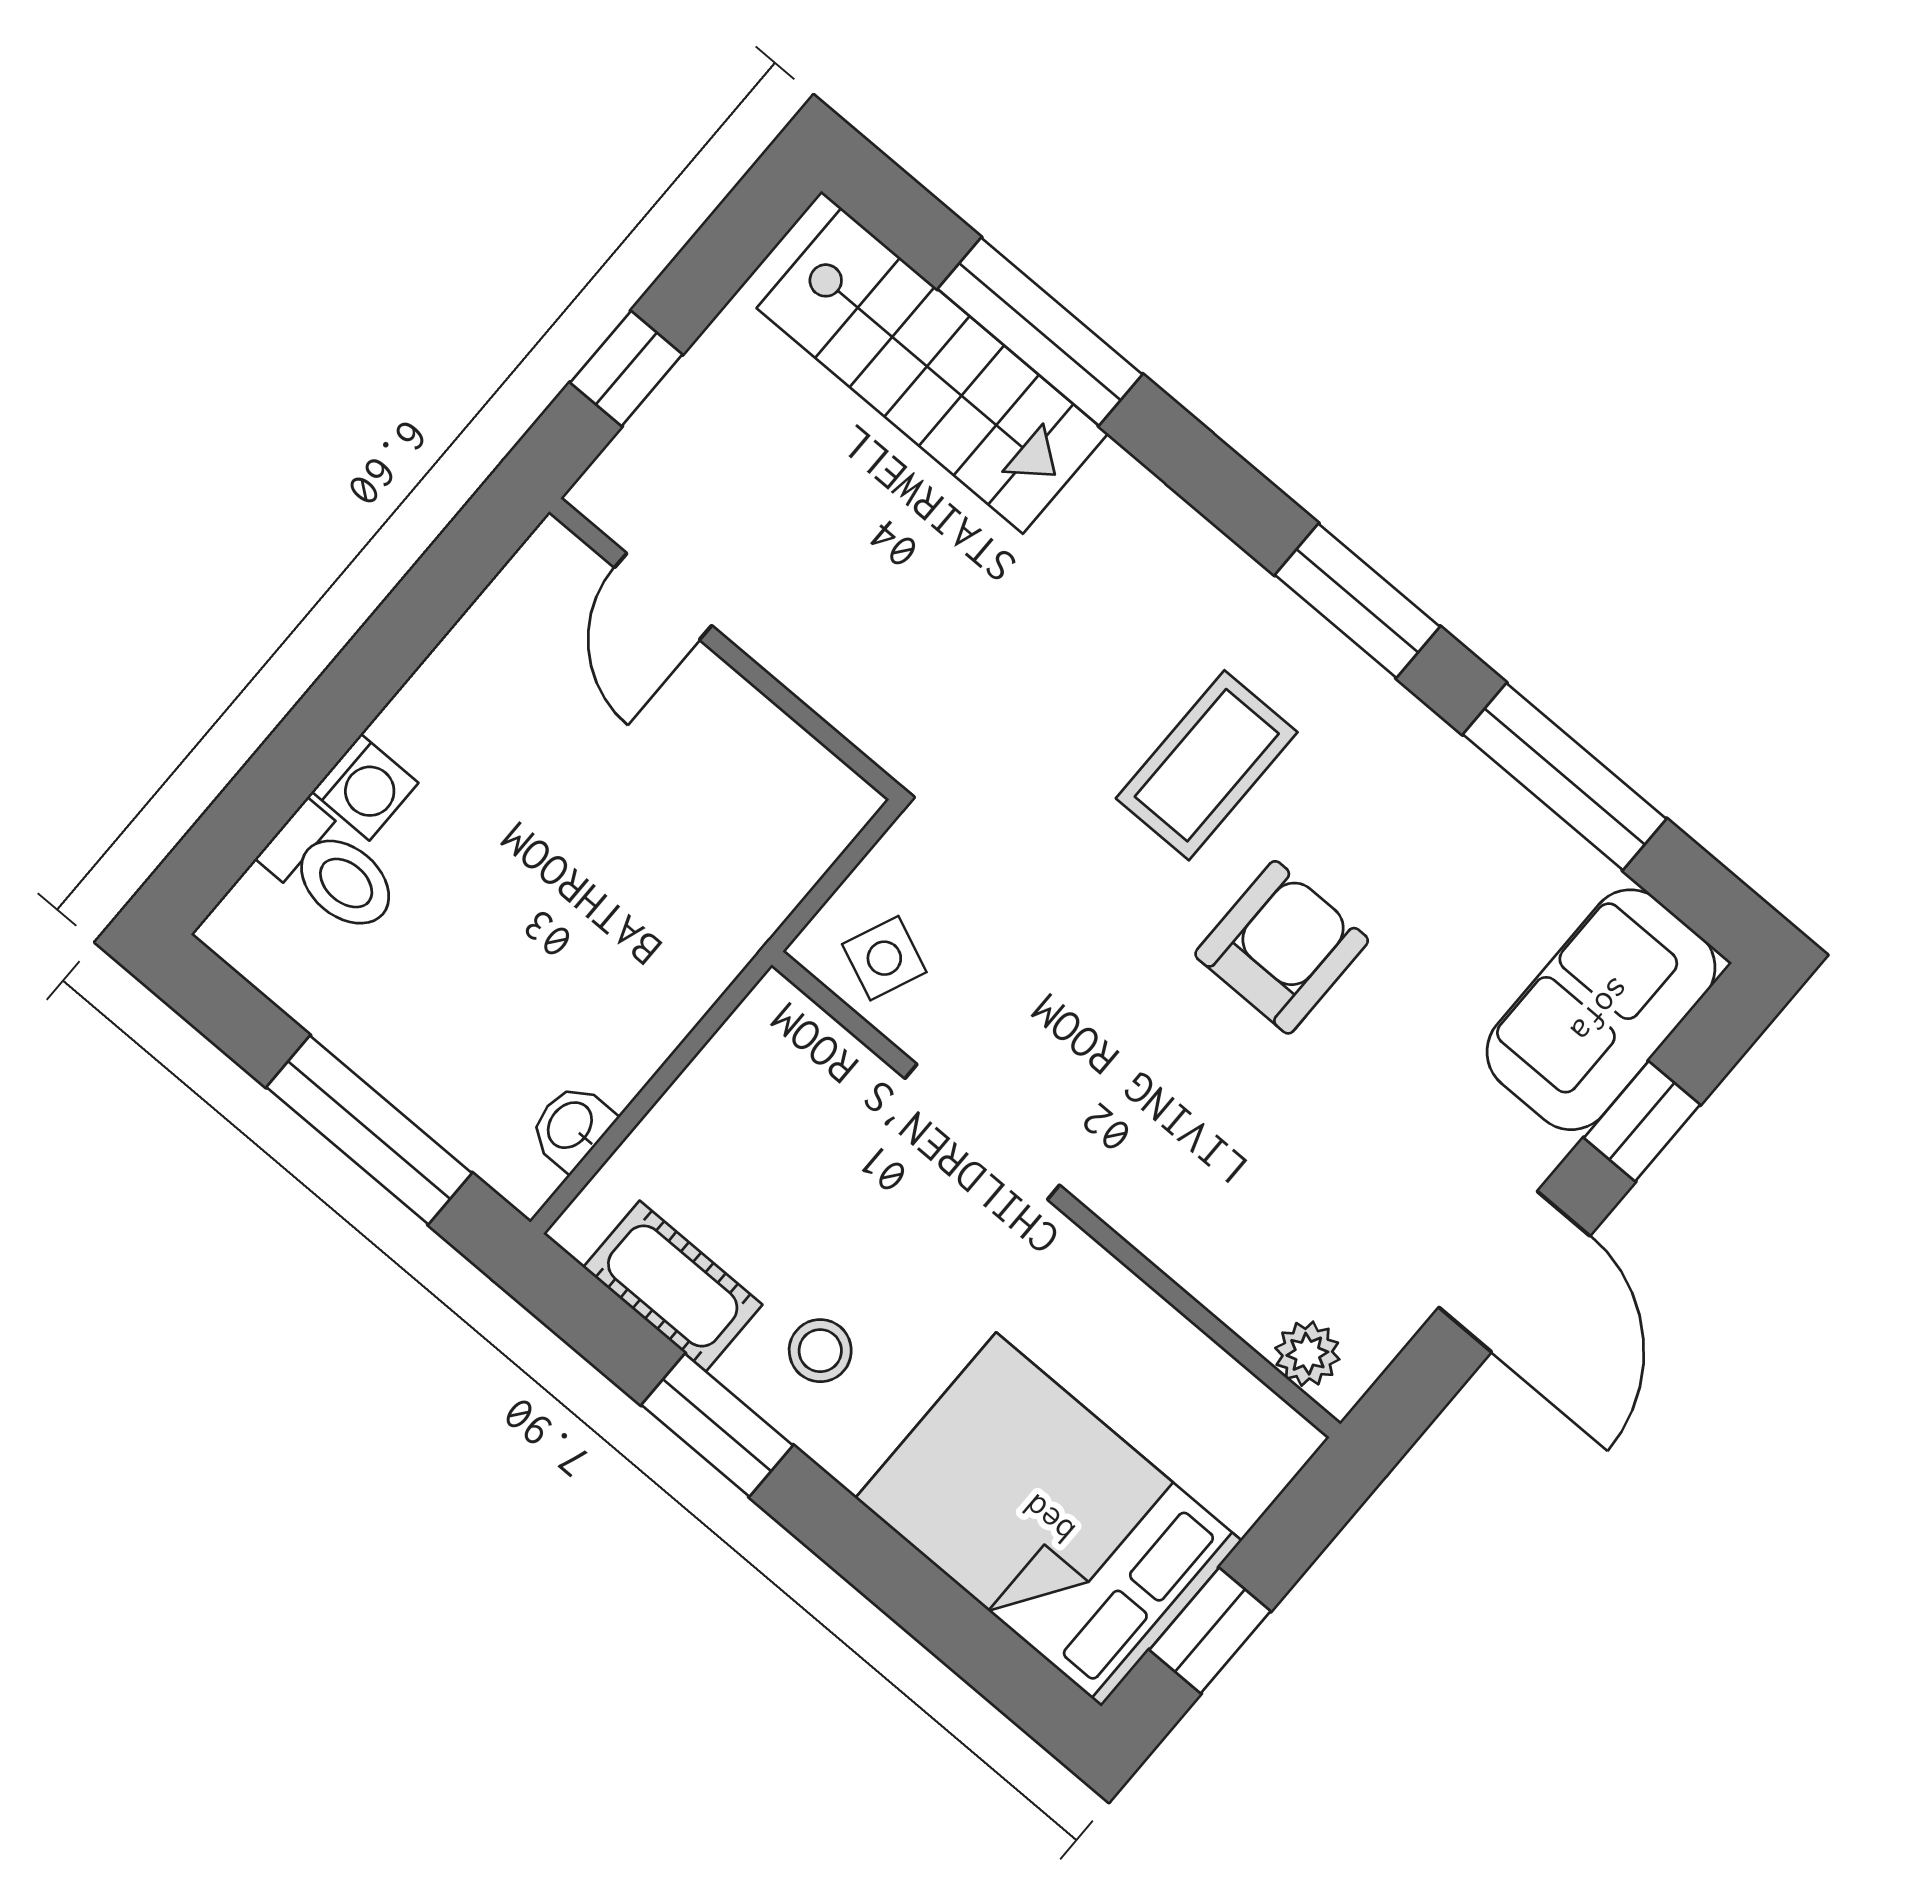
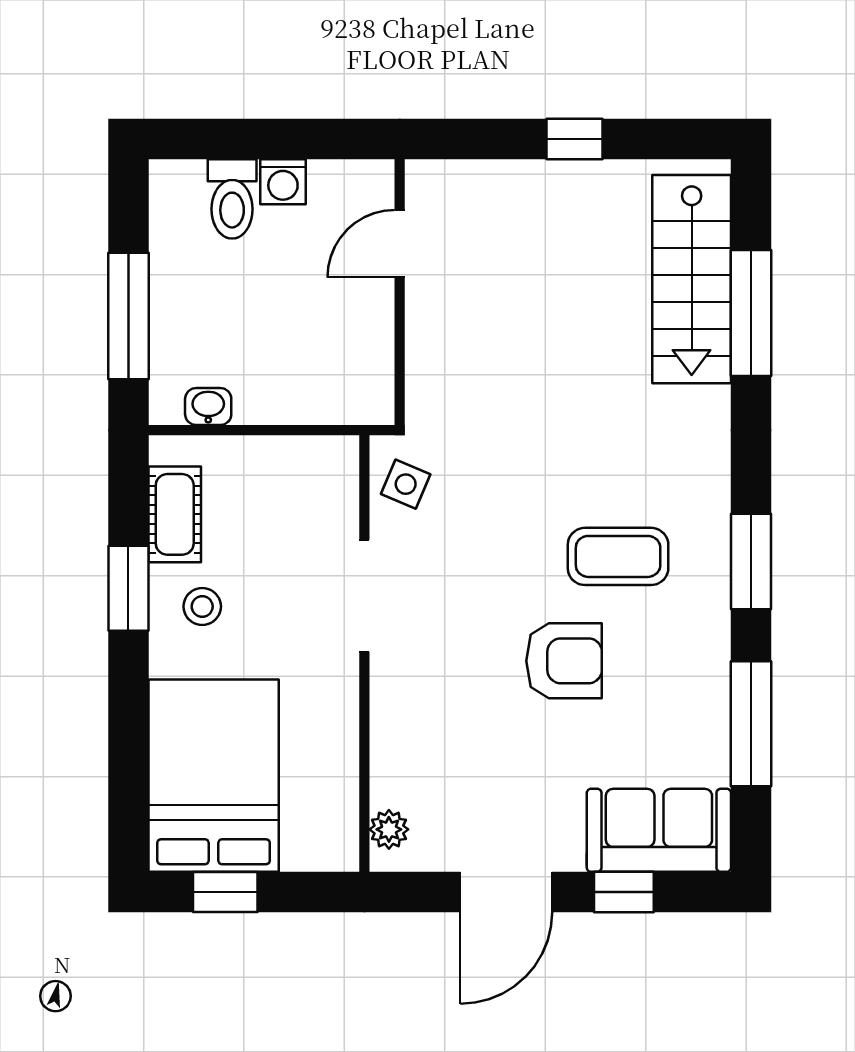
door: (663, 597) -> (400, 244), moved
wall: (725, 649) -> (400, 292), moved

